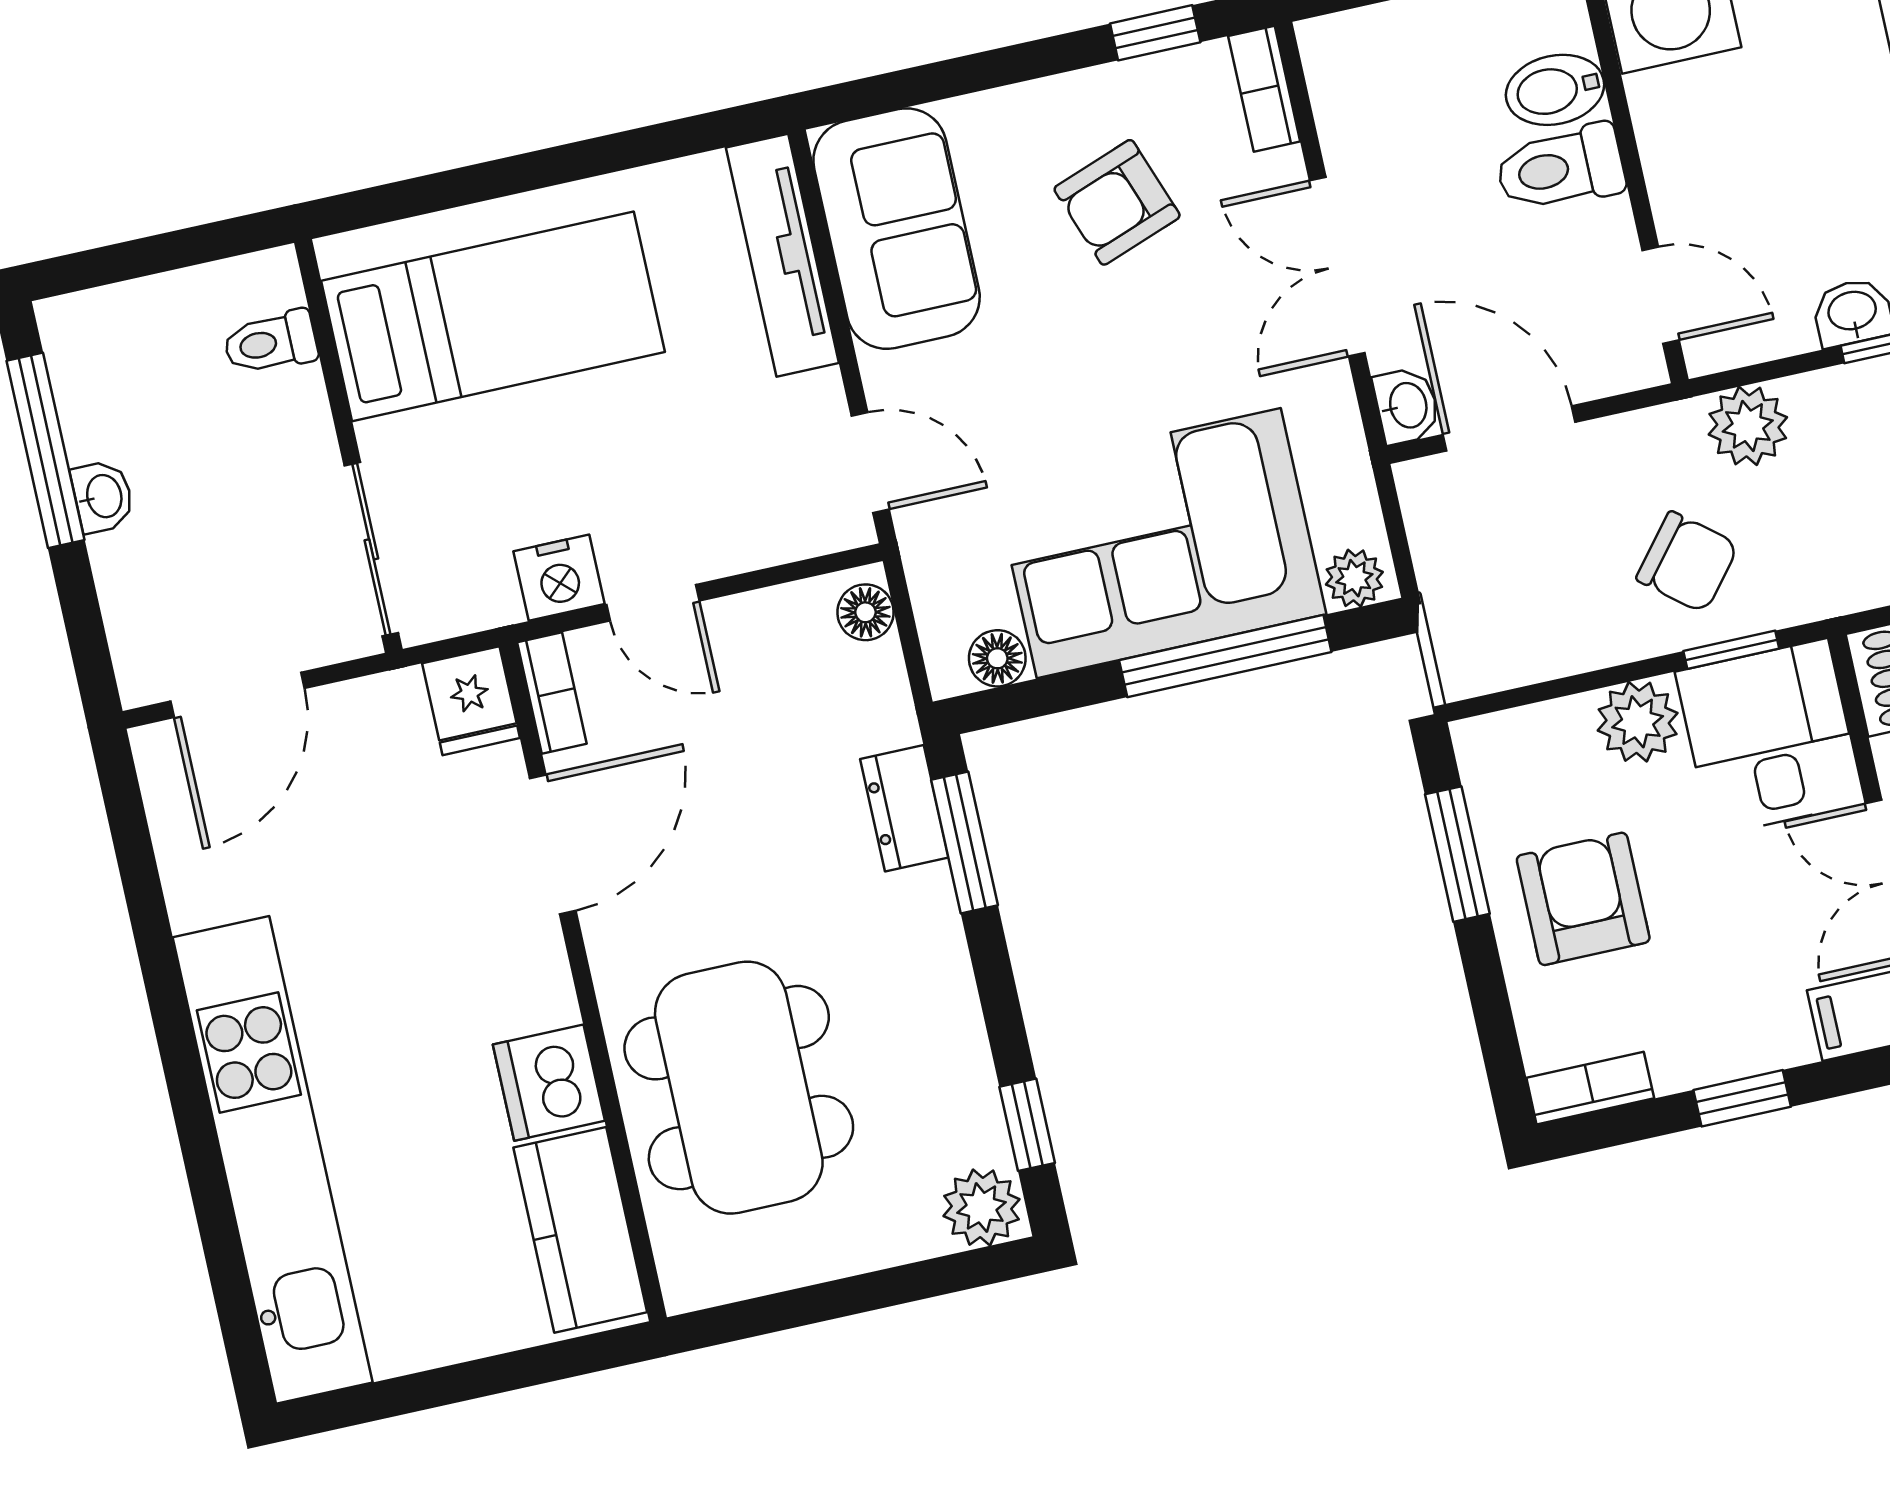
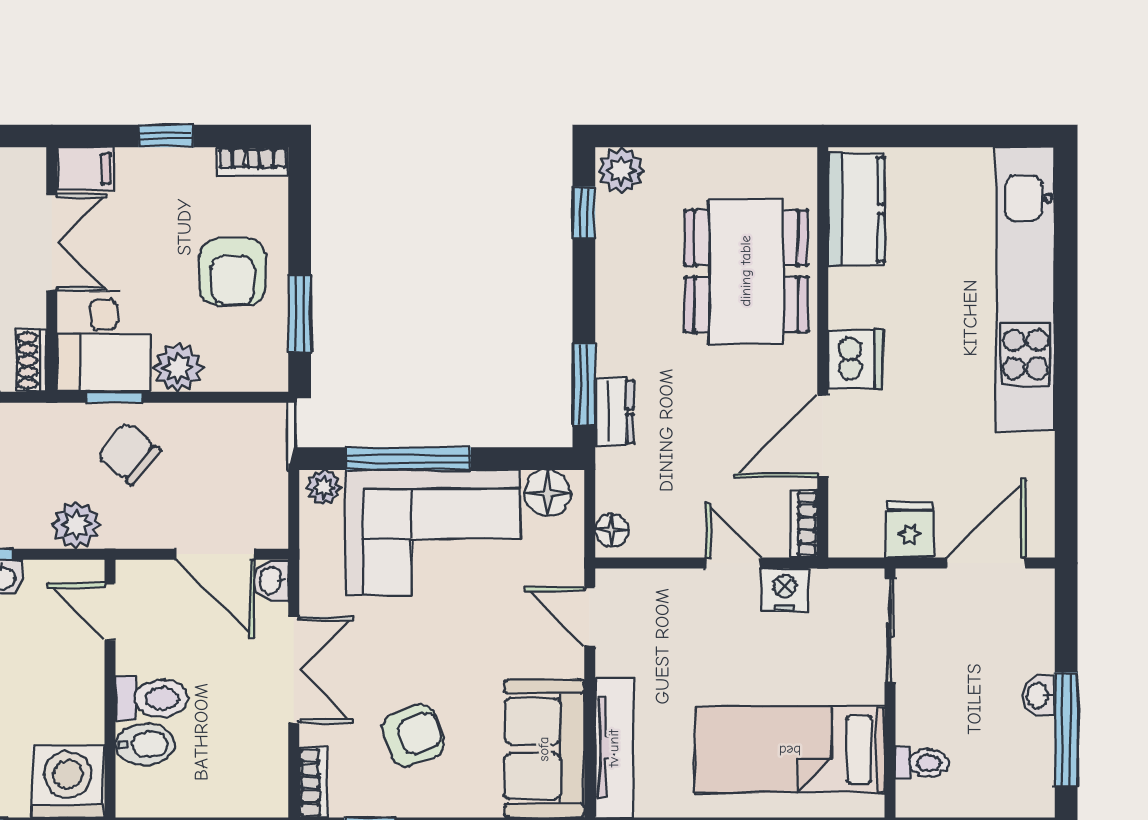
floor lamp: (997, 658) -> (547, 493), width x1.37, depth x1.37
fridge: (471, 701) -> (910, 530), moved
dishwasher: (549, 1083) -> (856, 359), moved

